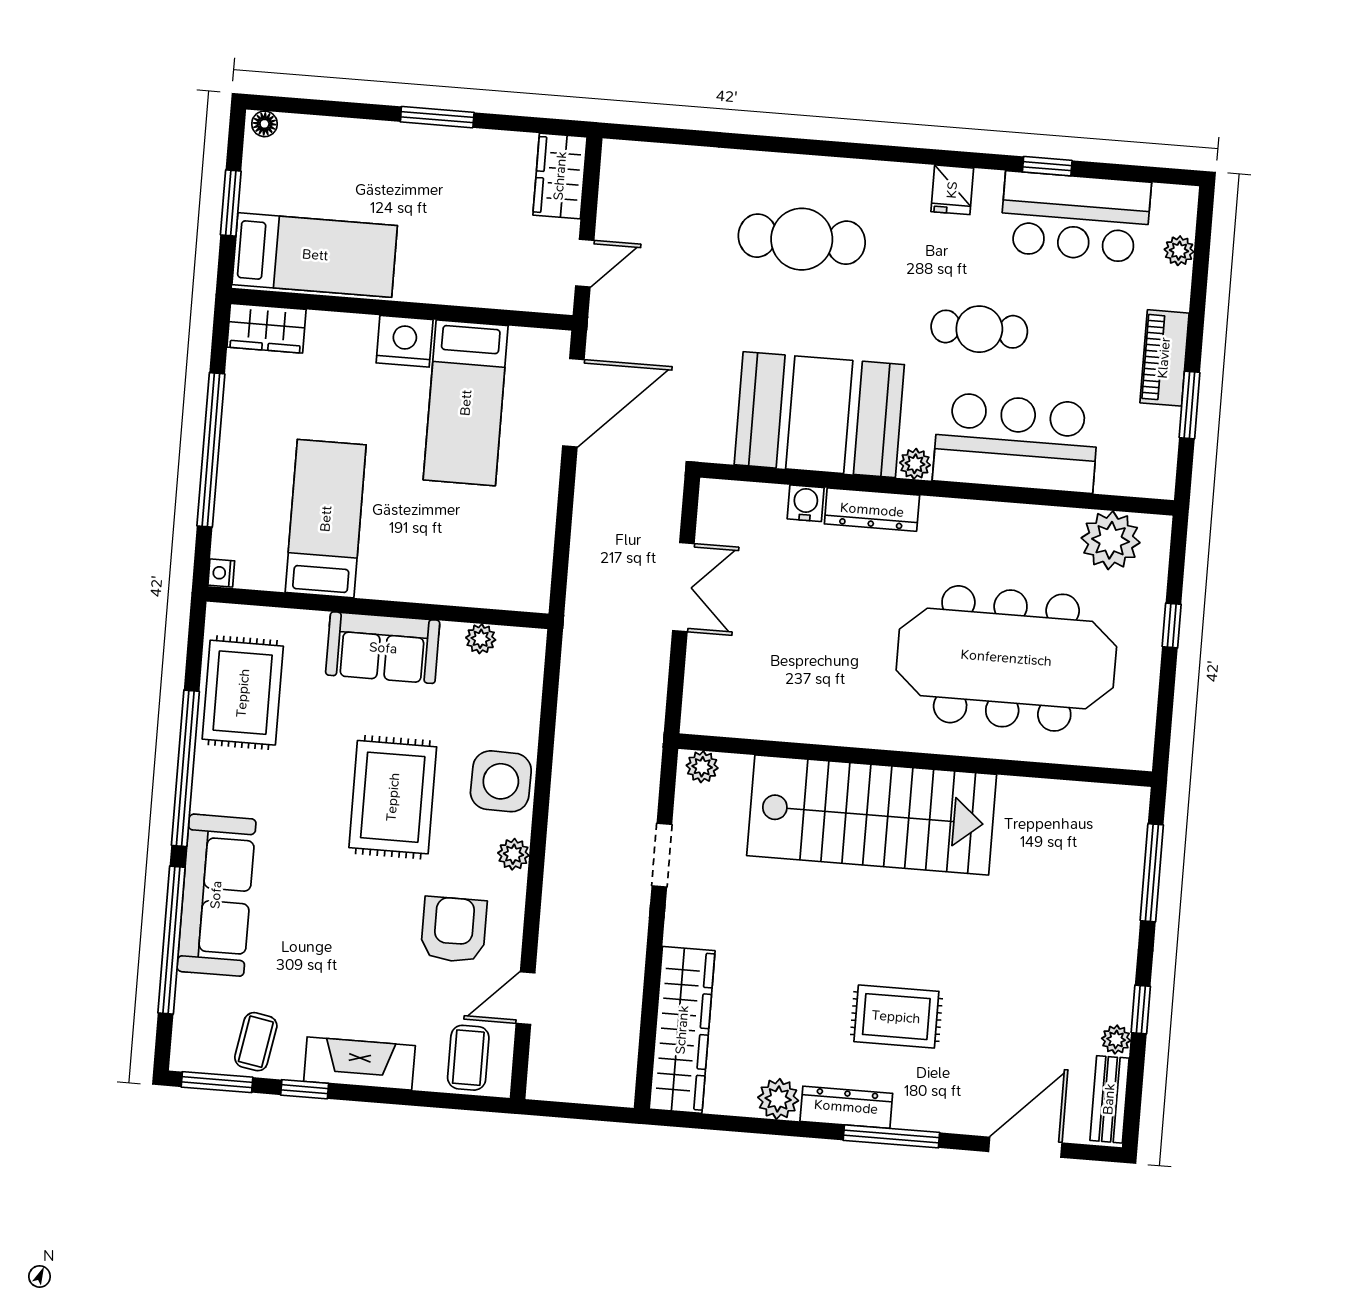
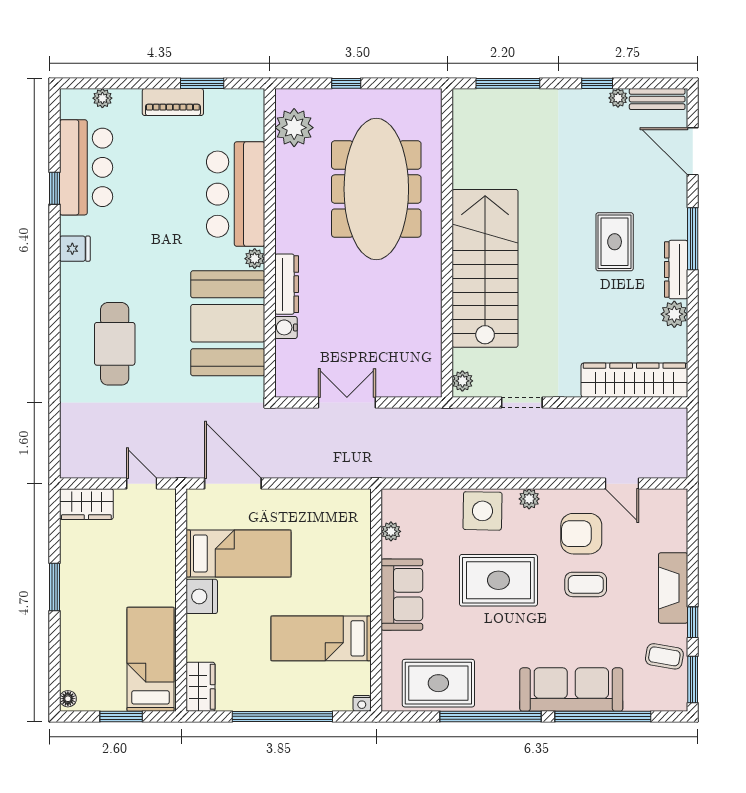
cafe table: (979, 329) -> (164, 224), removed
coffee table: (468, 1058) -> (586, 584), moved

